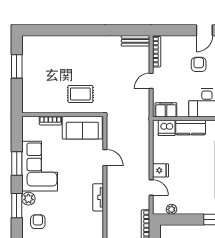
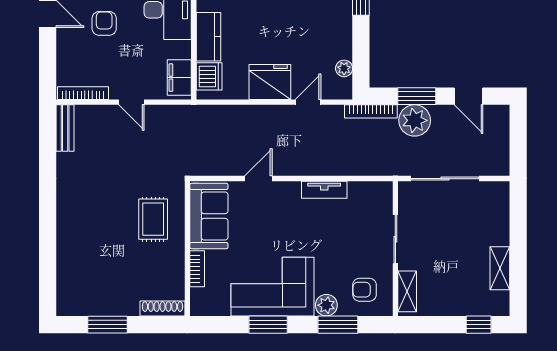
armchair: (199, 64) -> (104, 23), turned 90
shoe rack: (26, 100) -> (163, 308), added
fridge: (161, 170) -> (270, 82), width x1.88, depth x1.34

